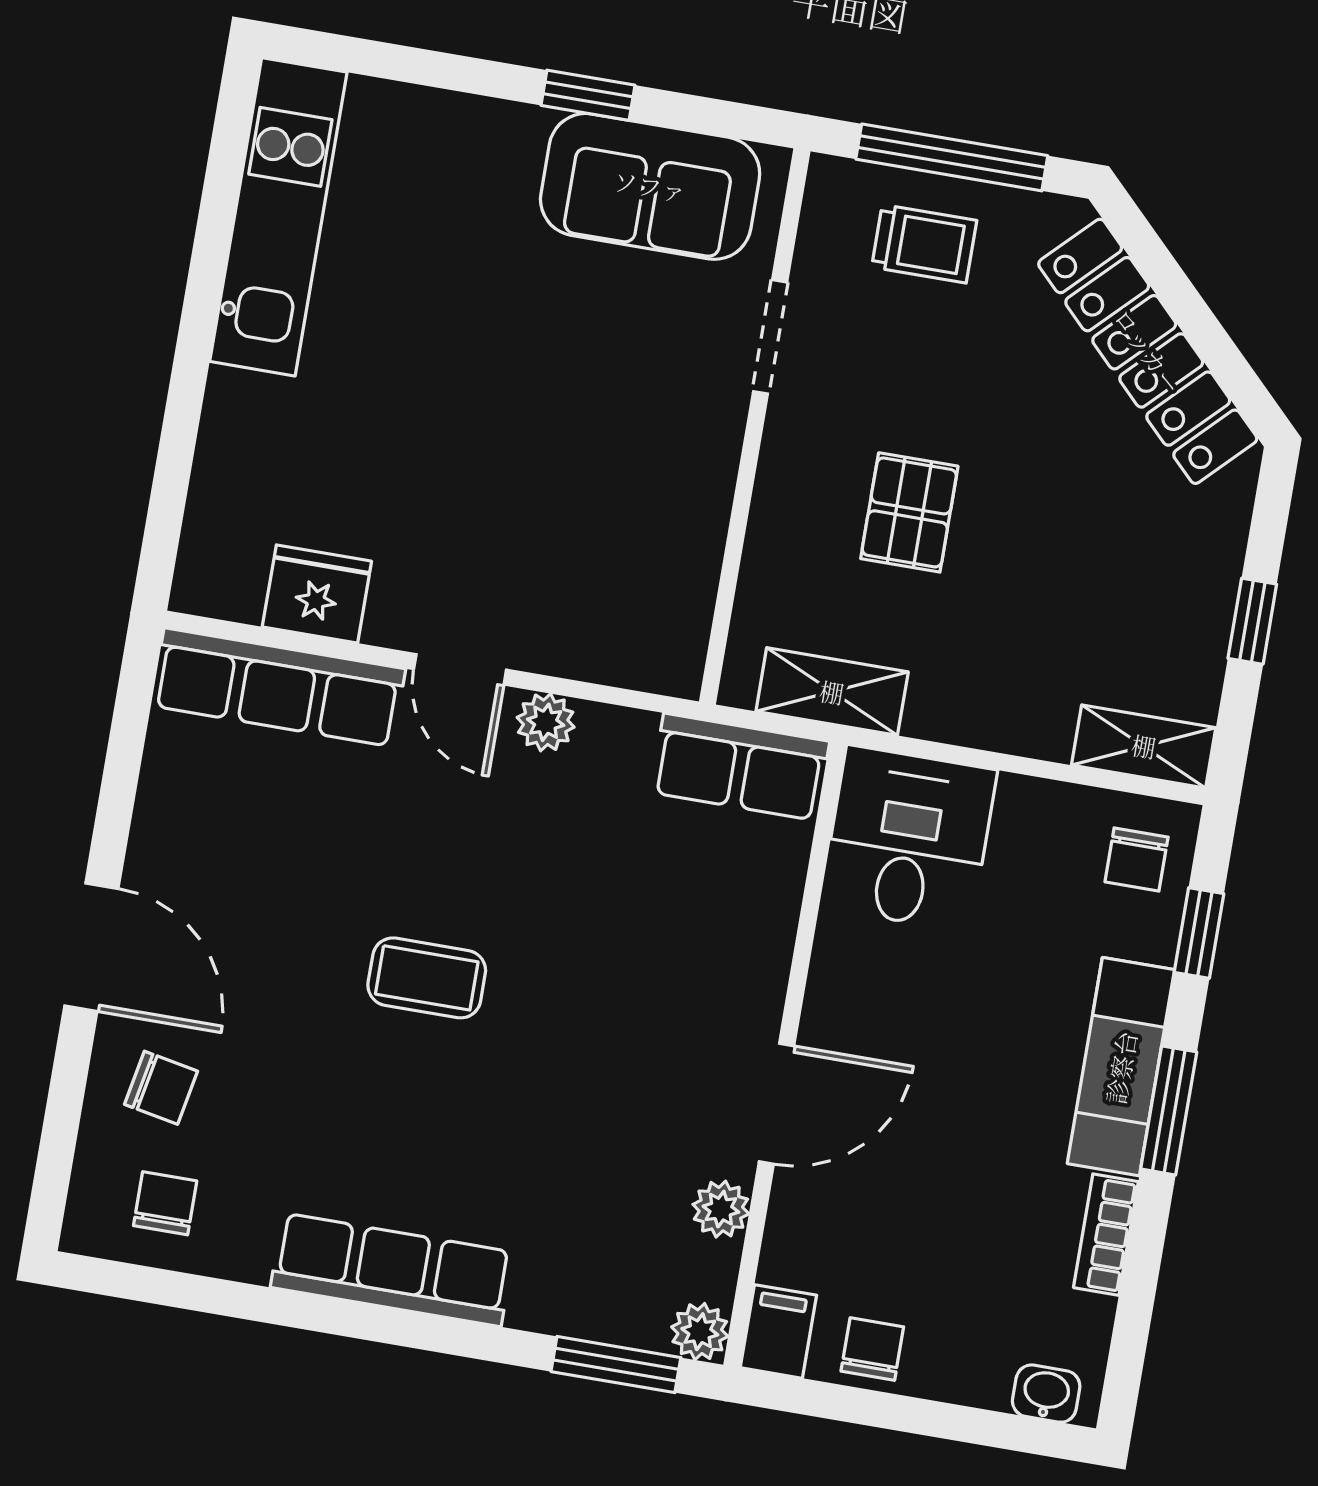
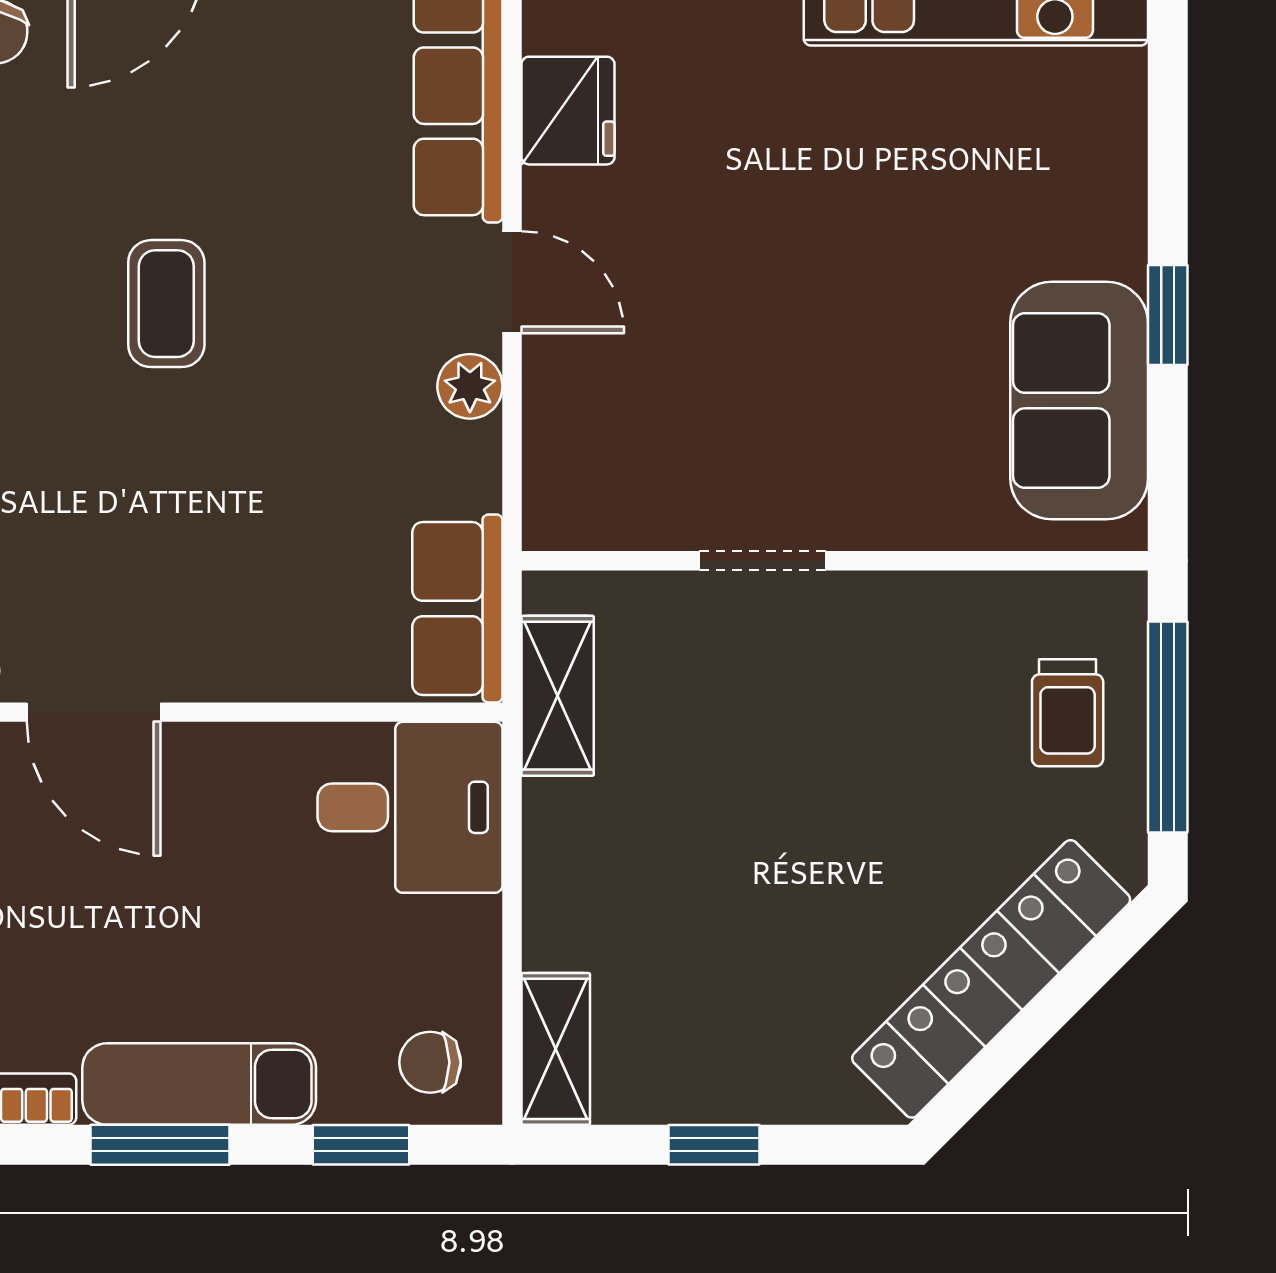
doorway: (770, 337) -> (762, 561), moved
pallet: (909, 512) -> (769, 747), removed
door: (460, 669) -> (512, 282), swing flipped

